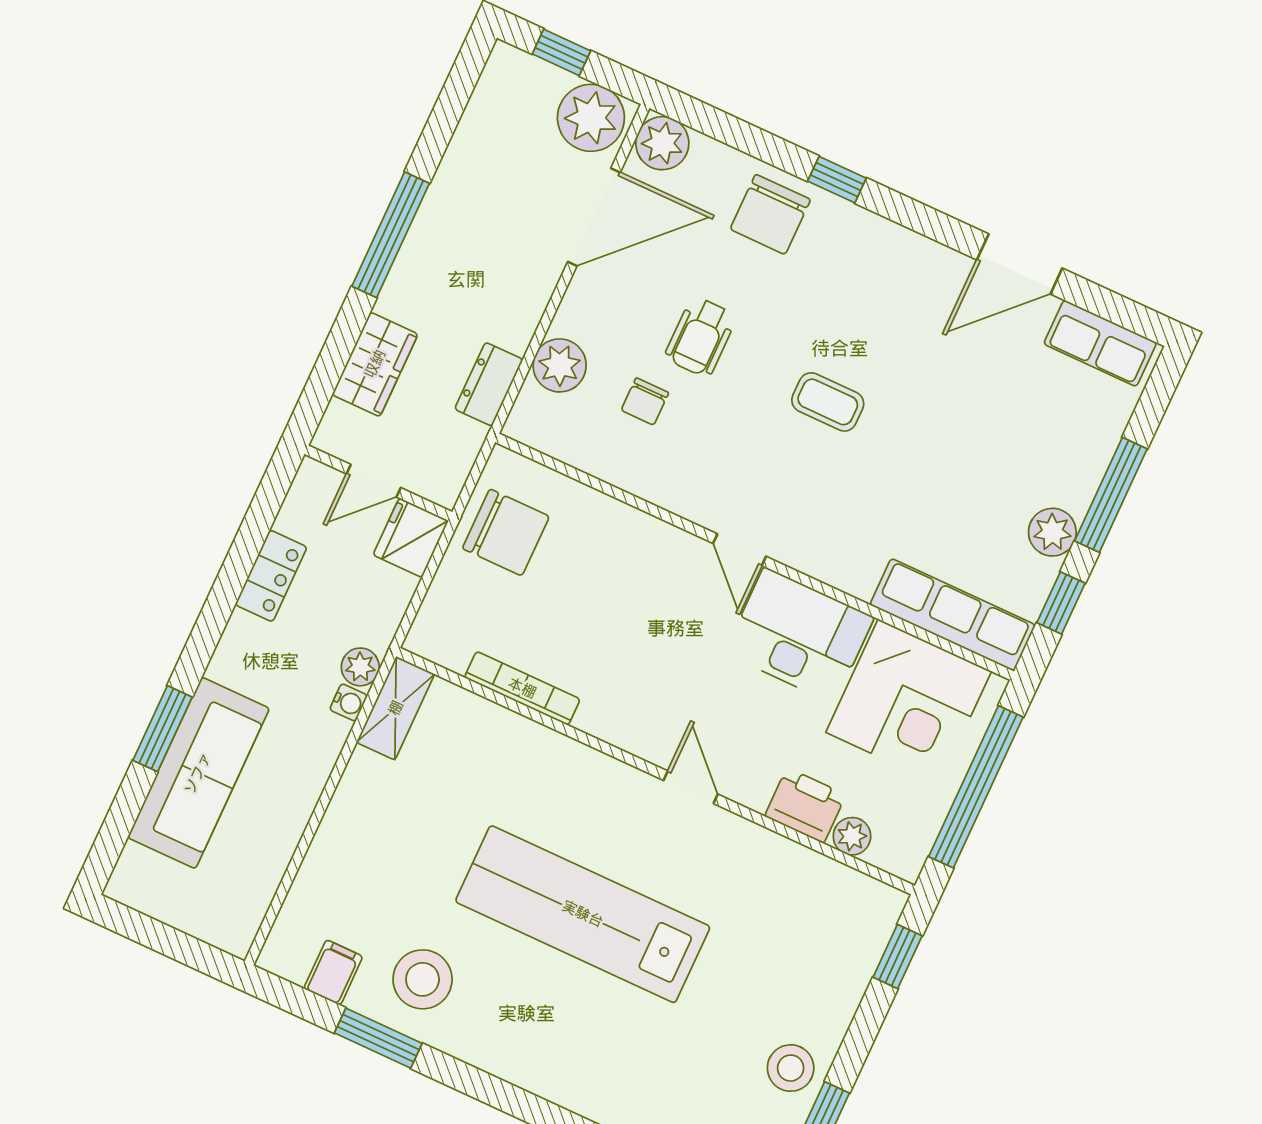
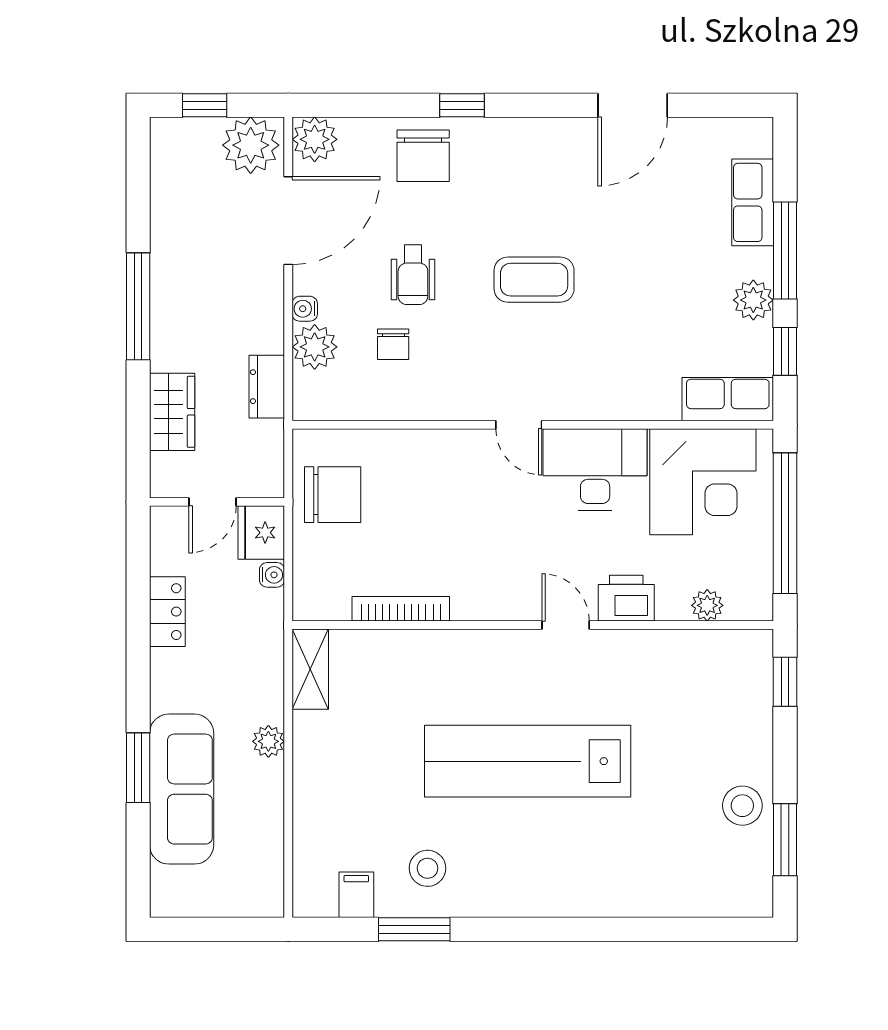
water cooler: (568, 320) -> (305, 309), added
row of seats: (1100, 343) -> (753, 202), moved, turned 90
coffee table: (828, 402) -> (534, 280), width x1.36, depth x1.30
row of seats: (953, 615) -> (728, 399), width x0.68
plant: (360, 667) -> (268, 741), moved
water cooler: (349, 702) -> (272, 575), moved
printer: (805, 805) -> (626, 598), moved
stool: (423, 979) -> (427, 868), width x0.73, depth x0.73

